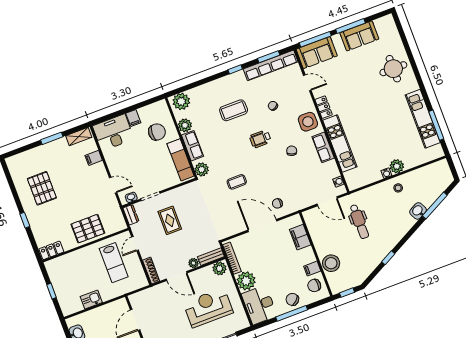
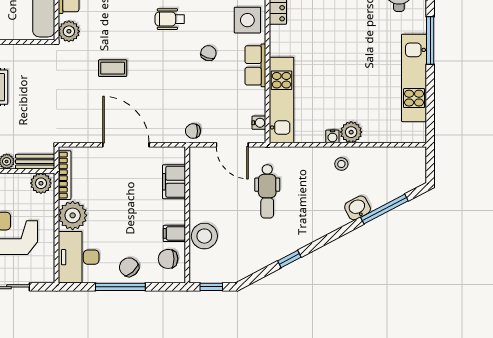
window: (436, 125) -> (430, 40), moved
kitchen unit: (340, 144) -> (282, 100), moved
chair: (277, 203) -> (193, 131), moved

